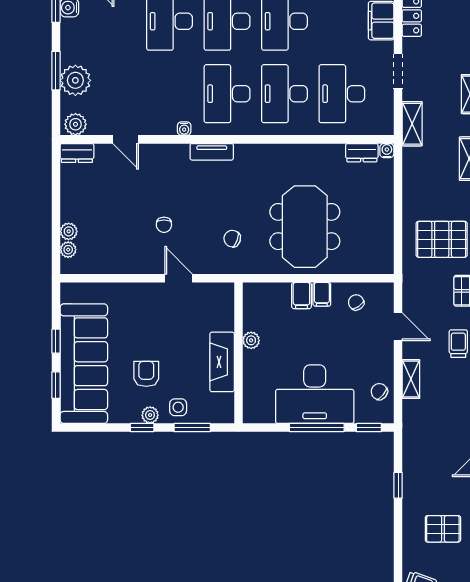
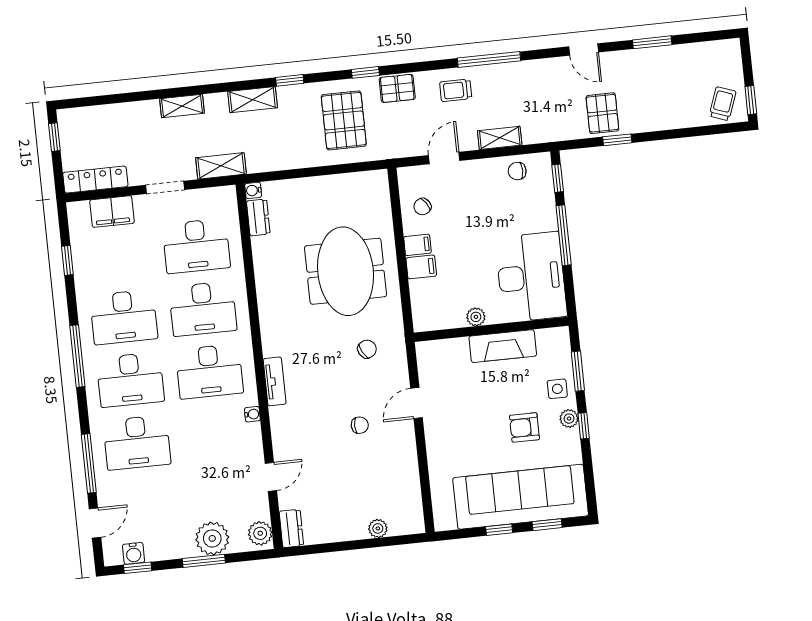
meeting table: (305, 227) -> (346, 271), turned 90
chair: (232, 239) -> (367, 349), turned -140
plant: (68, 250) -> (398, 527), removed
chair: (379, 392) -> (517, 171), turned 50
desk: (315, 394) -> (531, 277), moved
pallet: (443, 529) -> (602, 113), moved

